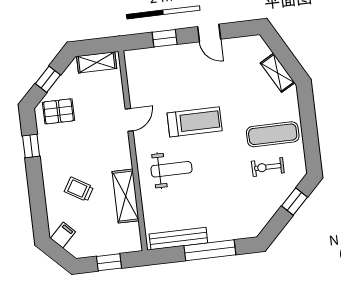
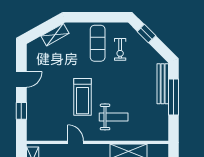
treadmill: (195, 122) -> (82, 97), turned 180
weight bench: (171, 169) -> (114, 117), turned 90
bench: (178, 239) -> (163, 84), moved

